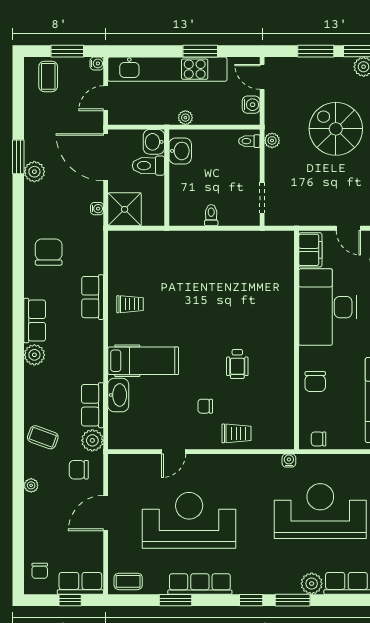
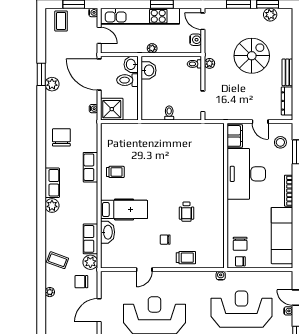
door: (106, 98) -> (99, 35), swing flipped
spiral stairs: (336, 129) -> (252, 56), turned 90
chair: (315, 382) -> (240, 244), moved

